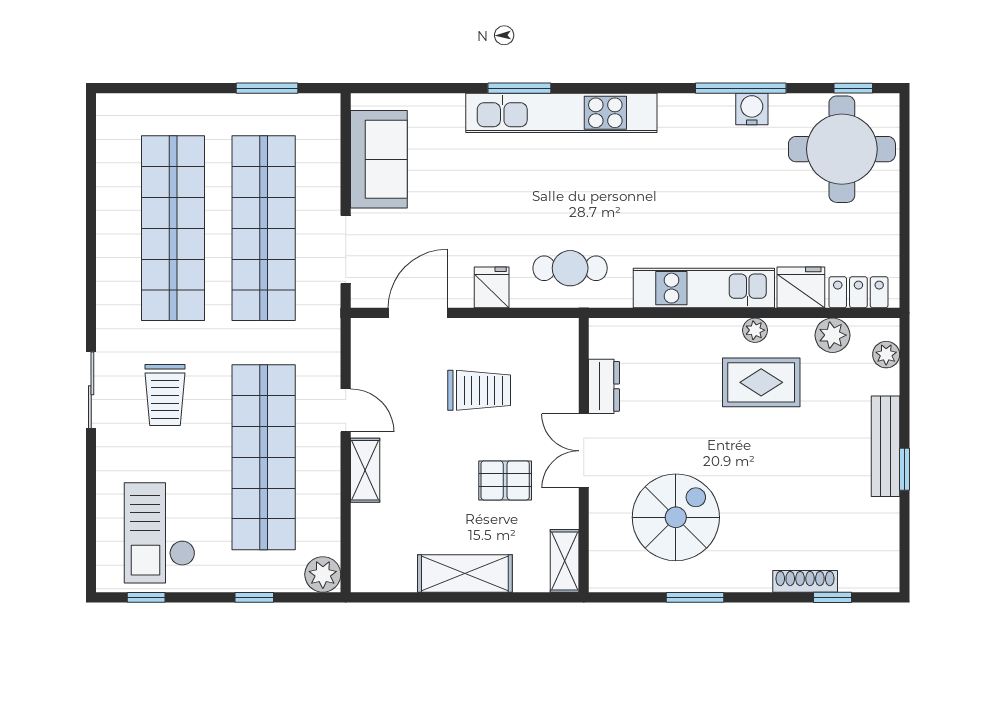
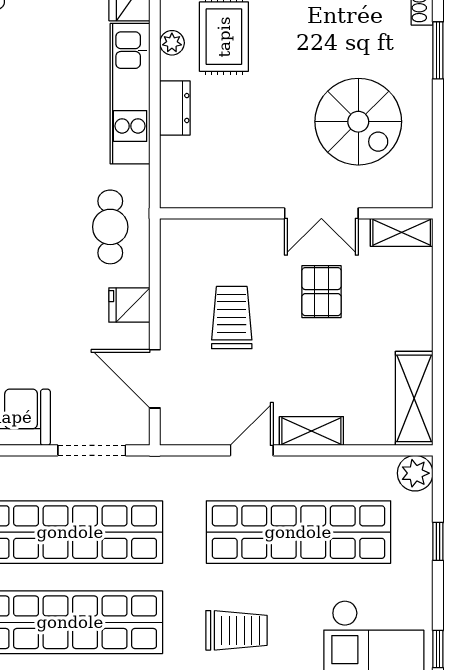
dresser: (604, 386) -> (175, 108), moved, turned 90
double door: (584, 451) -> (321, 213), moved
spiral stairs: (676, 517) -> (358, 122), turned 180
shelving: (465, 573) -> (414, 398), moved
window: (695, 597) -> (438, 50), moved

